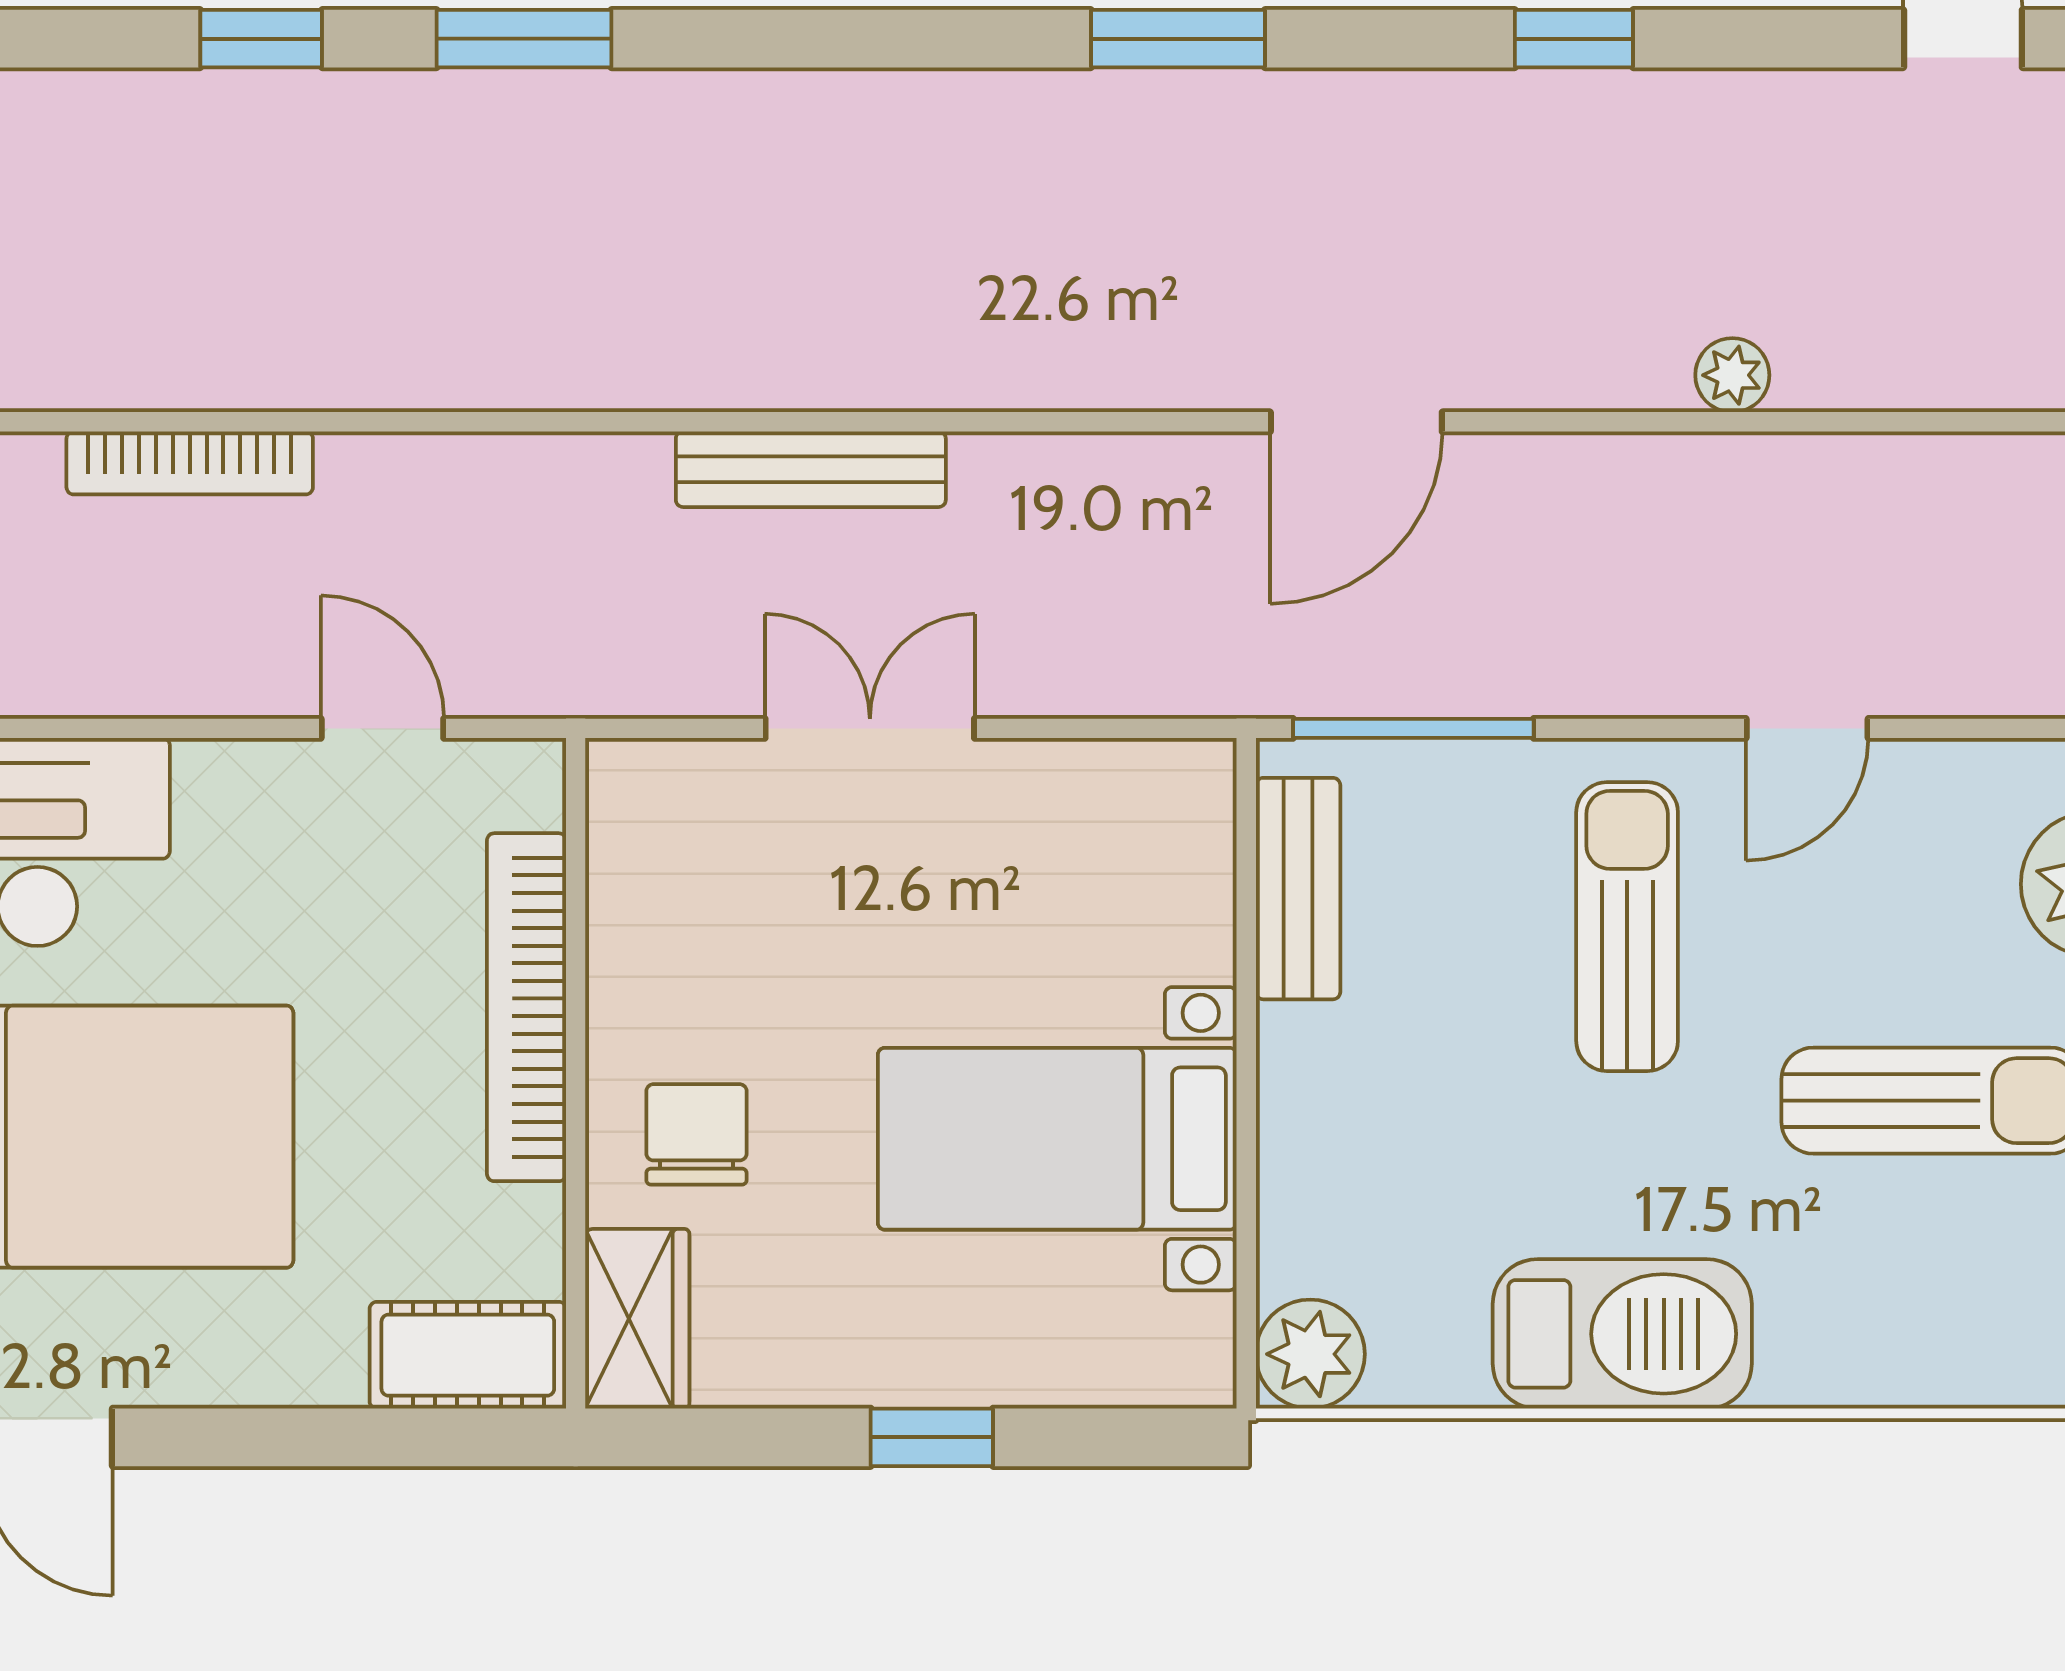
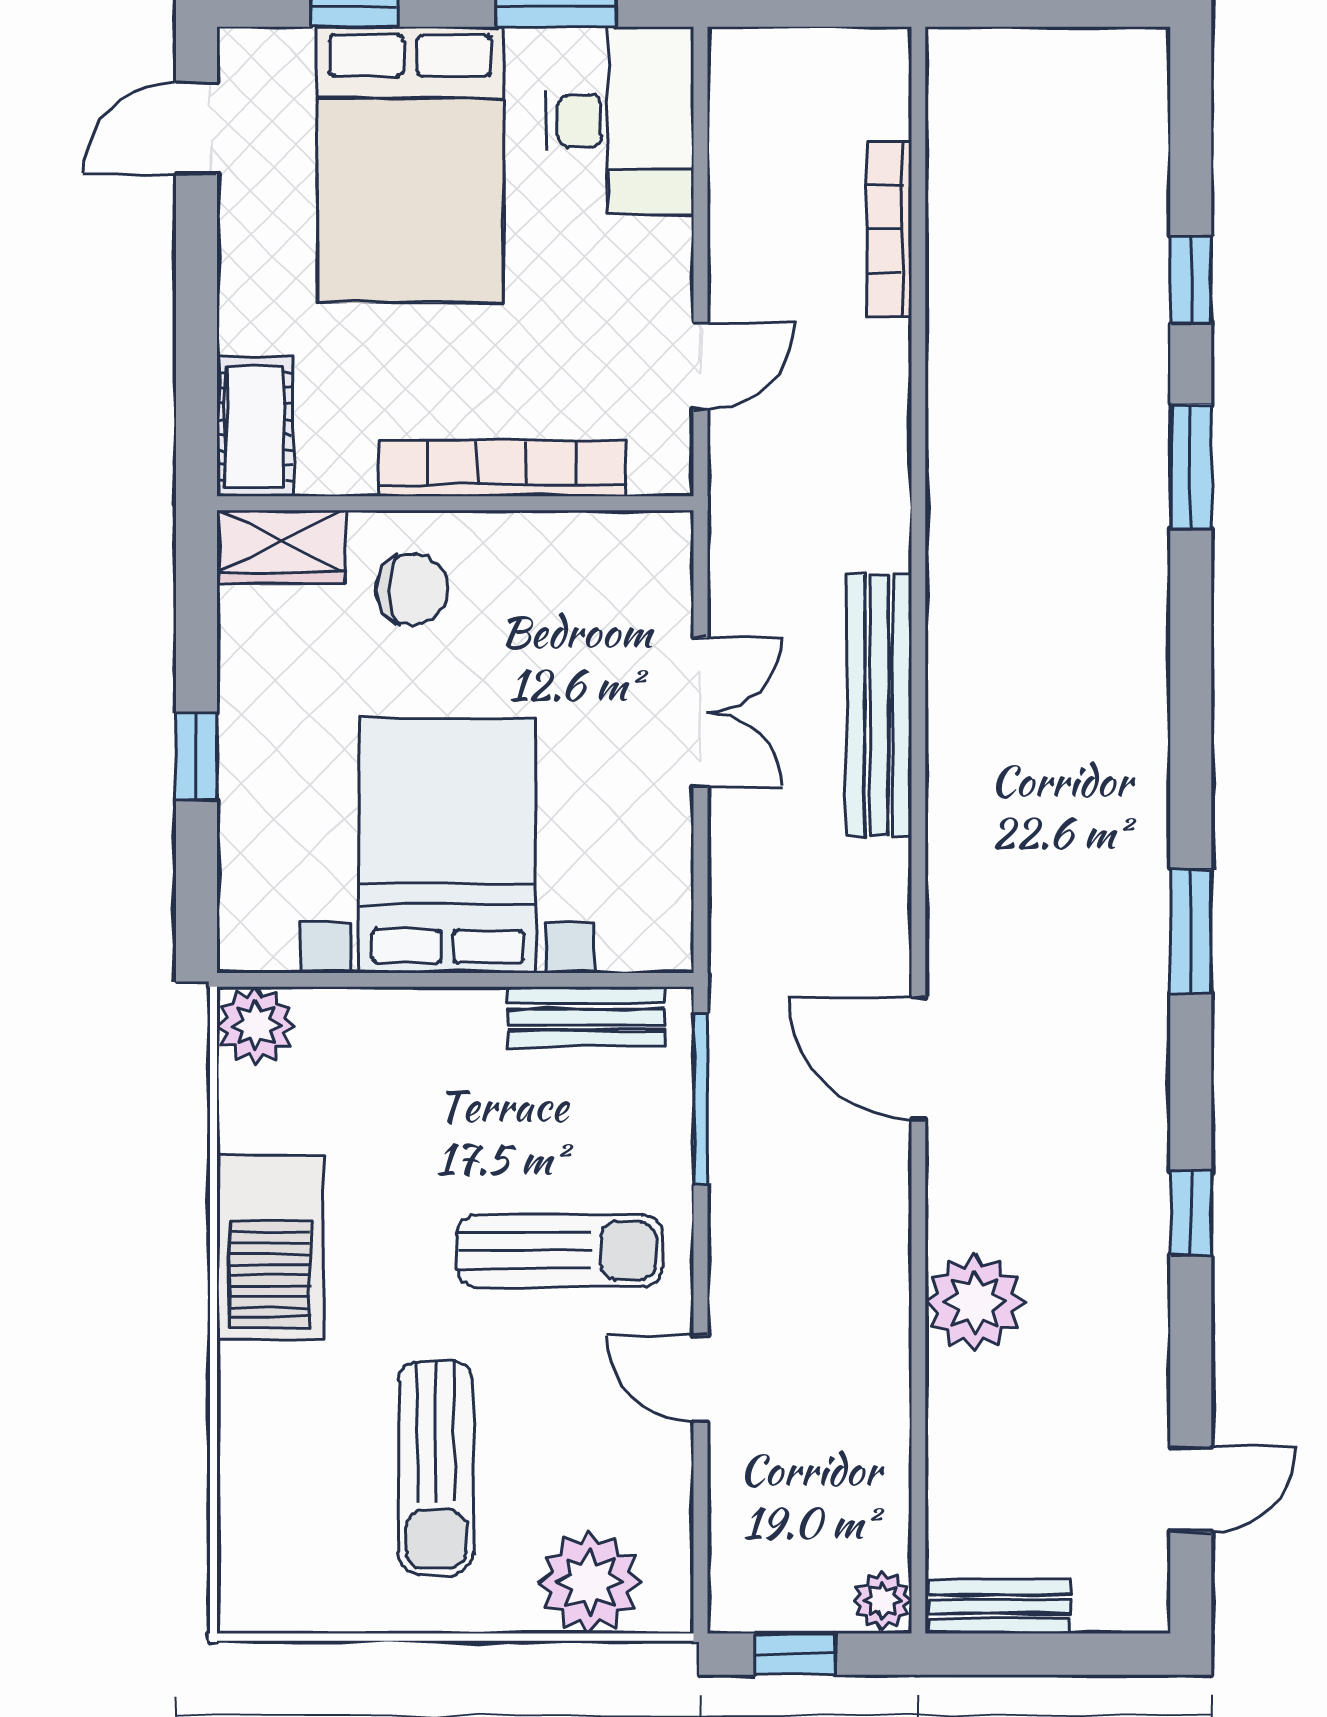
plant: (1732, 375) -> (975, 1302), width x1.88, depth x1.88
bench: (811, 469) -> (879, 706), width x1.37, depth x1.21
bed with nightstands: (1057, 1139) -> (448, 846), width x1.36

